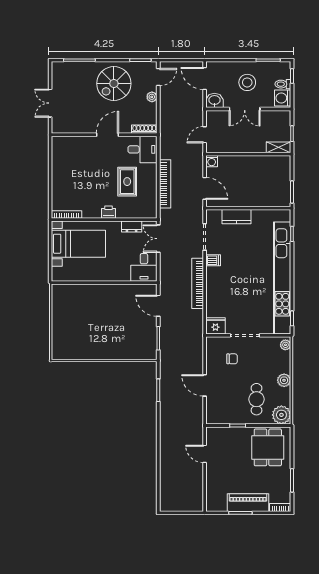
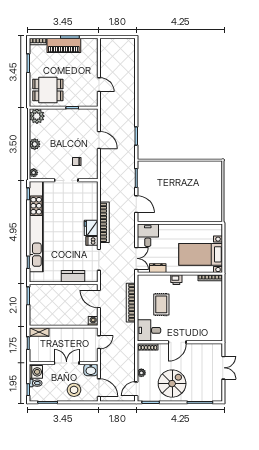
stool: (247, 82) -> (74, 390), moved
fridge: (215, 326) -> (91, 228), moved, turned 90
cafe table: (256, 399) -> (57, 129), removed
dining table: (268, 447) -> (48, 90), turned 90

